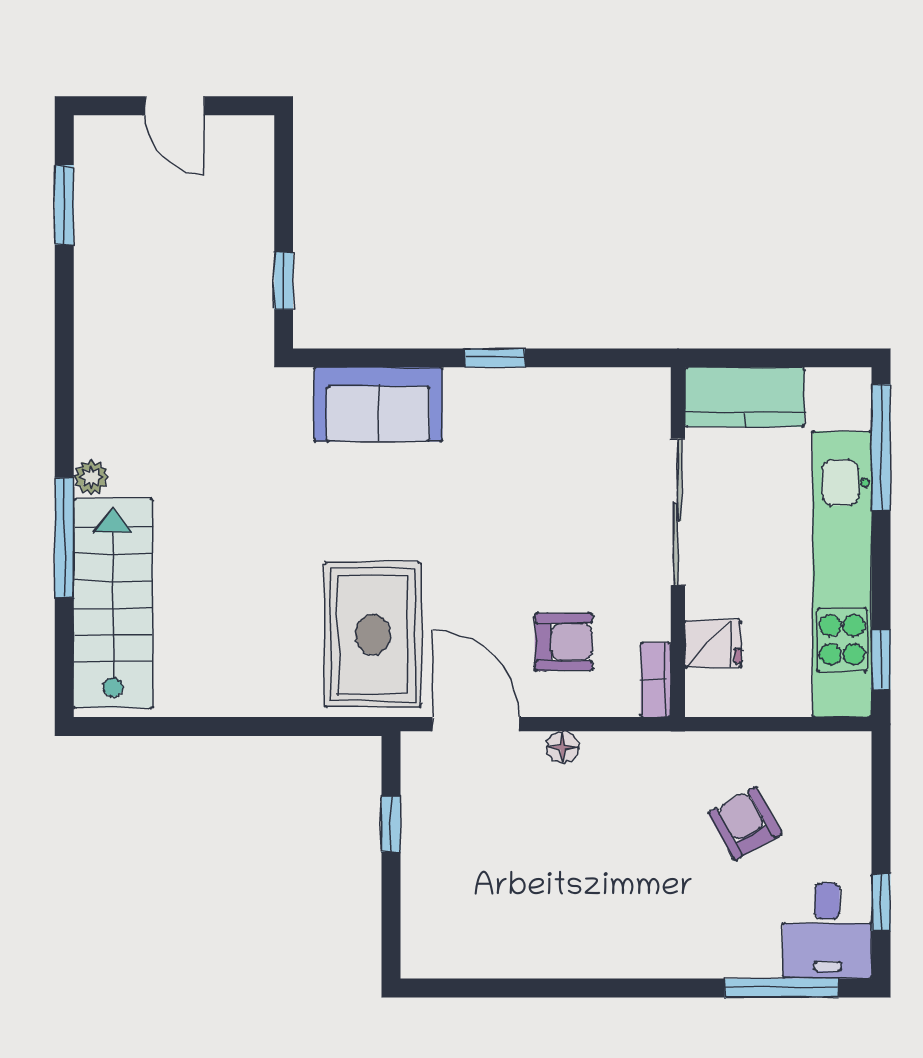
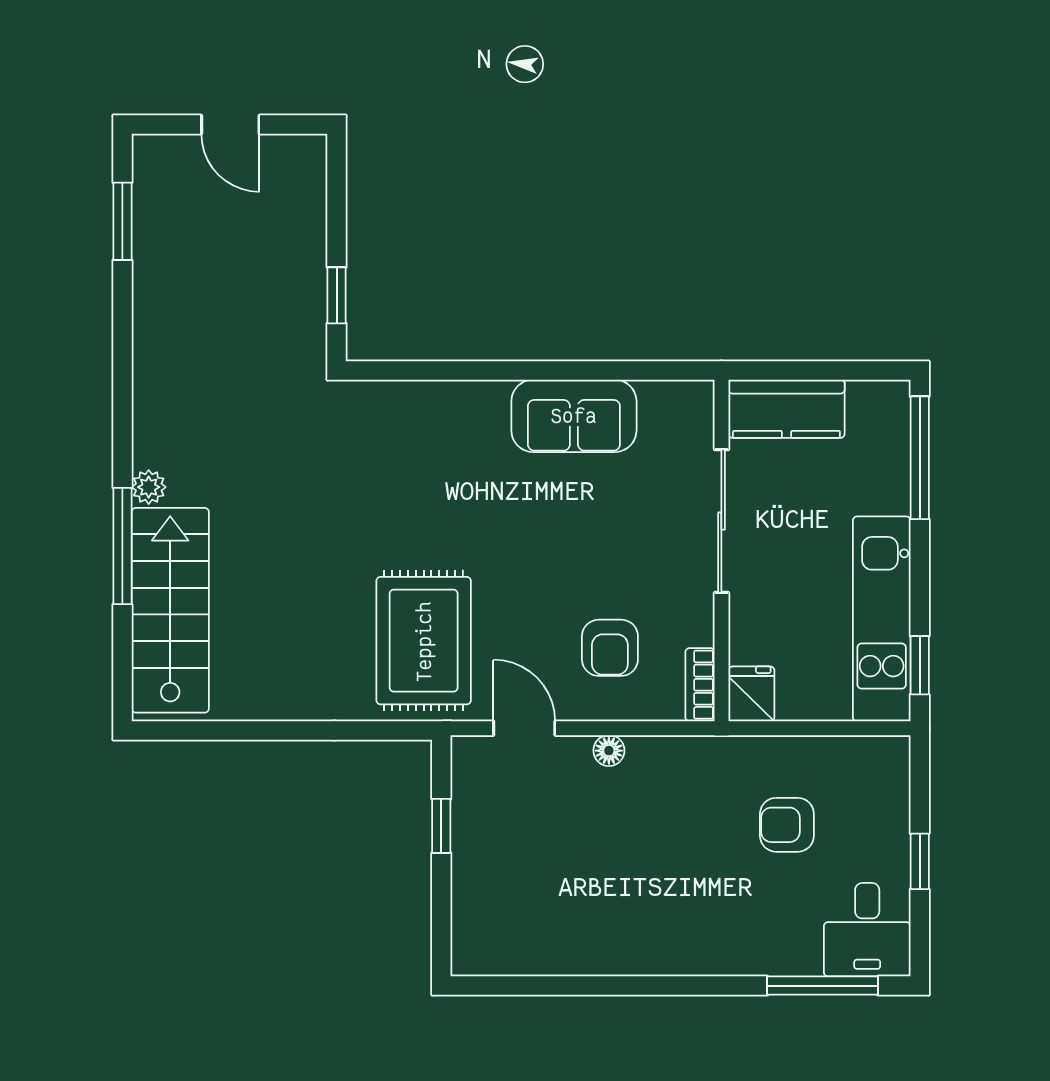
window: (495, 358) -> (543, 371), removed
sofa: (378, 404) -> (574, 416), moved
kitchen unit: (842, 574) -> (882, 619), width x0.73
armchair: (564, 642) -> (610, 648), turned 90
fridge: (713, 644) -> (751, 694), moved, turned -90
door: (476, 724) -> (524, 728), width x0.73
armchair: (745, 823) -> (787, 825), turned -61
window: (881, 903) -> (920, 861), moved

